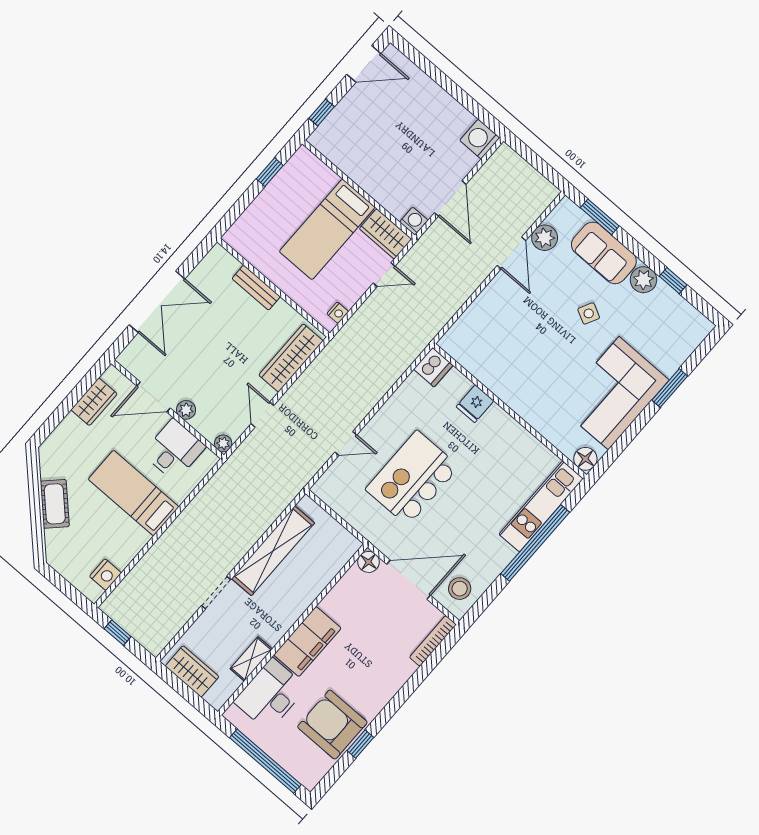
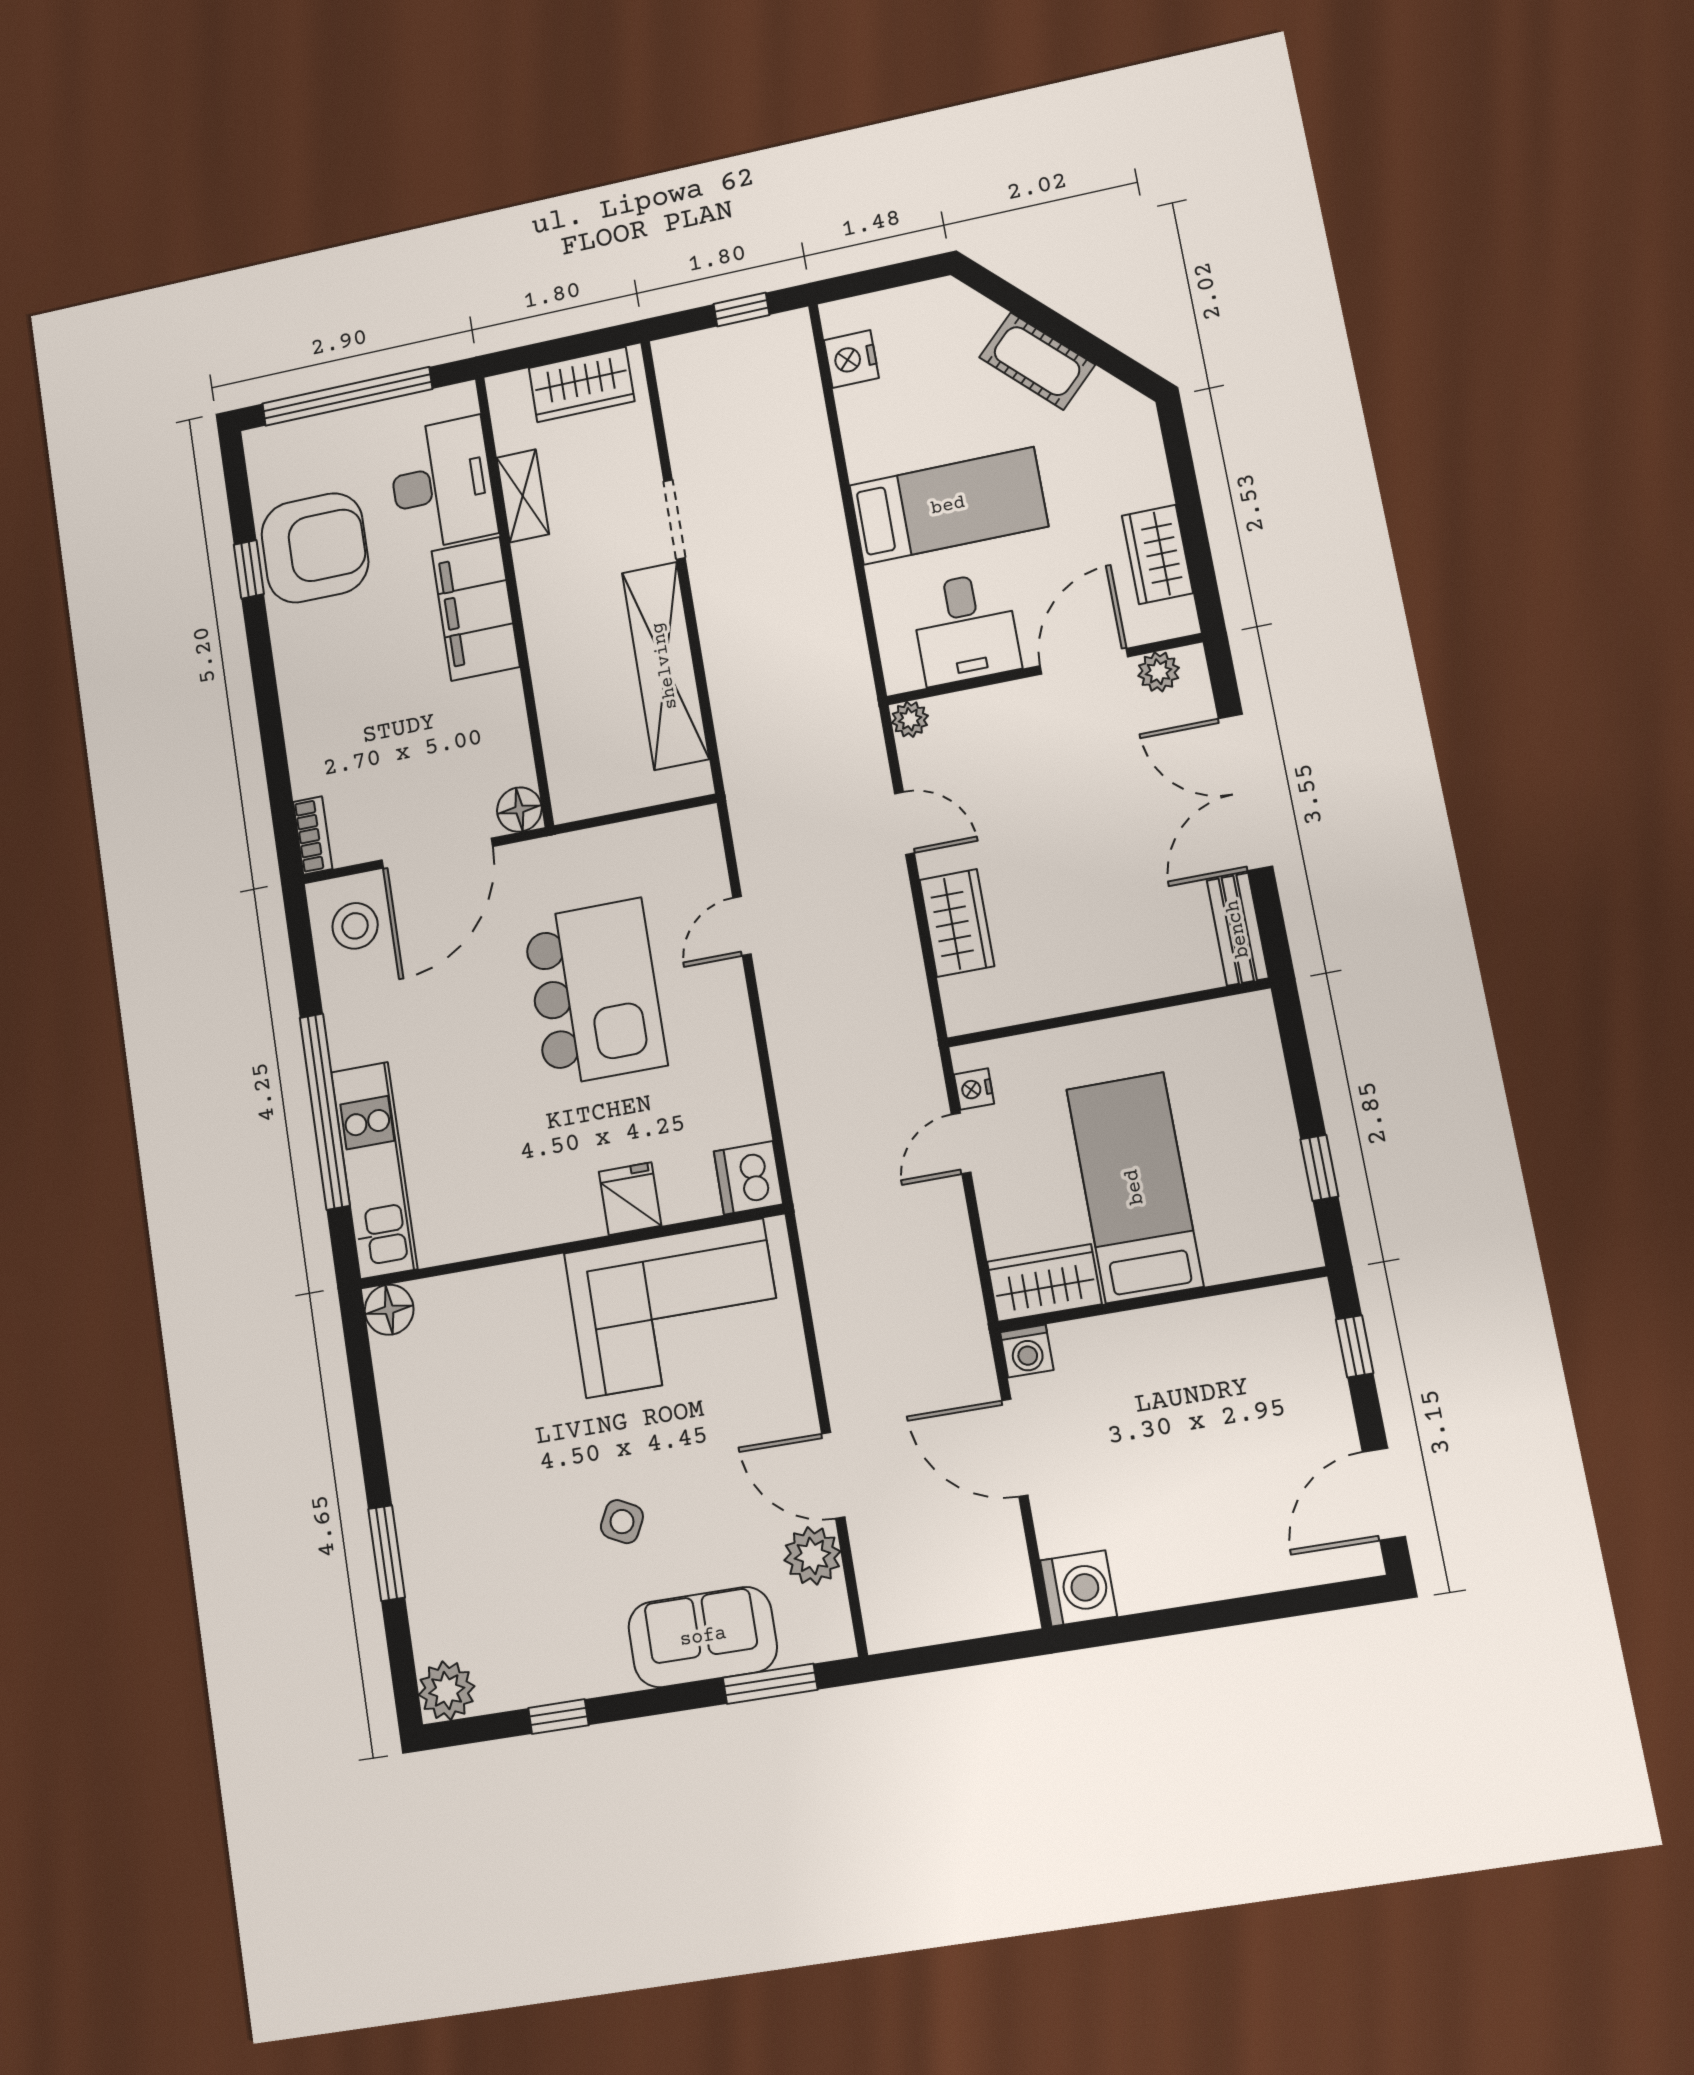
door: (384, 275) -> (961, 1144), moved
plant: (643, 280) -> (447, 1690), moved
bench: (256, 288) -> (1238, 929), moved, turned 90
wardrobe: (291, 358) -> (957, 923), width x0.67
corner sofa: (614, 393) -> (675, 1308), moved, turned 90
plant: (186, 410) -> (1159, 672), moved
bookcase: (433, 641) -> (313, 835), width x0.64

